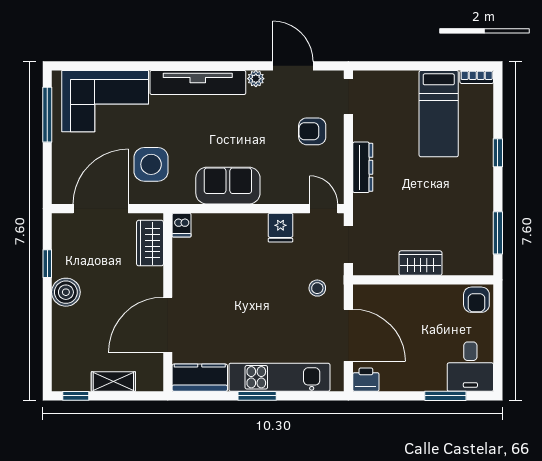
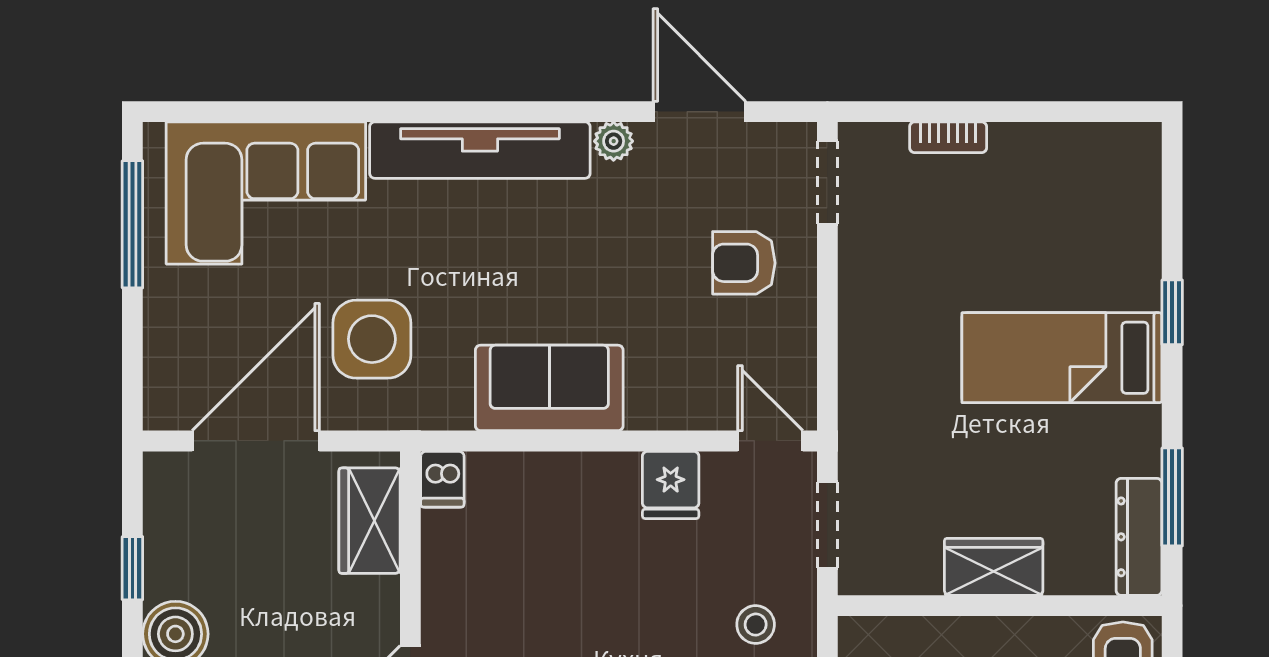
bookcase: (477, 77) -> (948, 137), moved
bed: (439, 114) -> (1062, 358), moved, turned 90
dresser: (363, 167) -> (1139, 537), moved, turned 180

